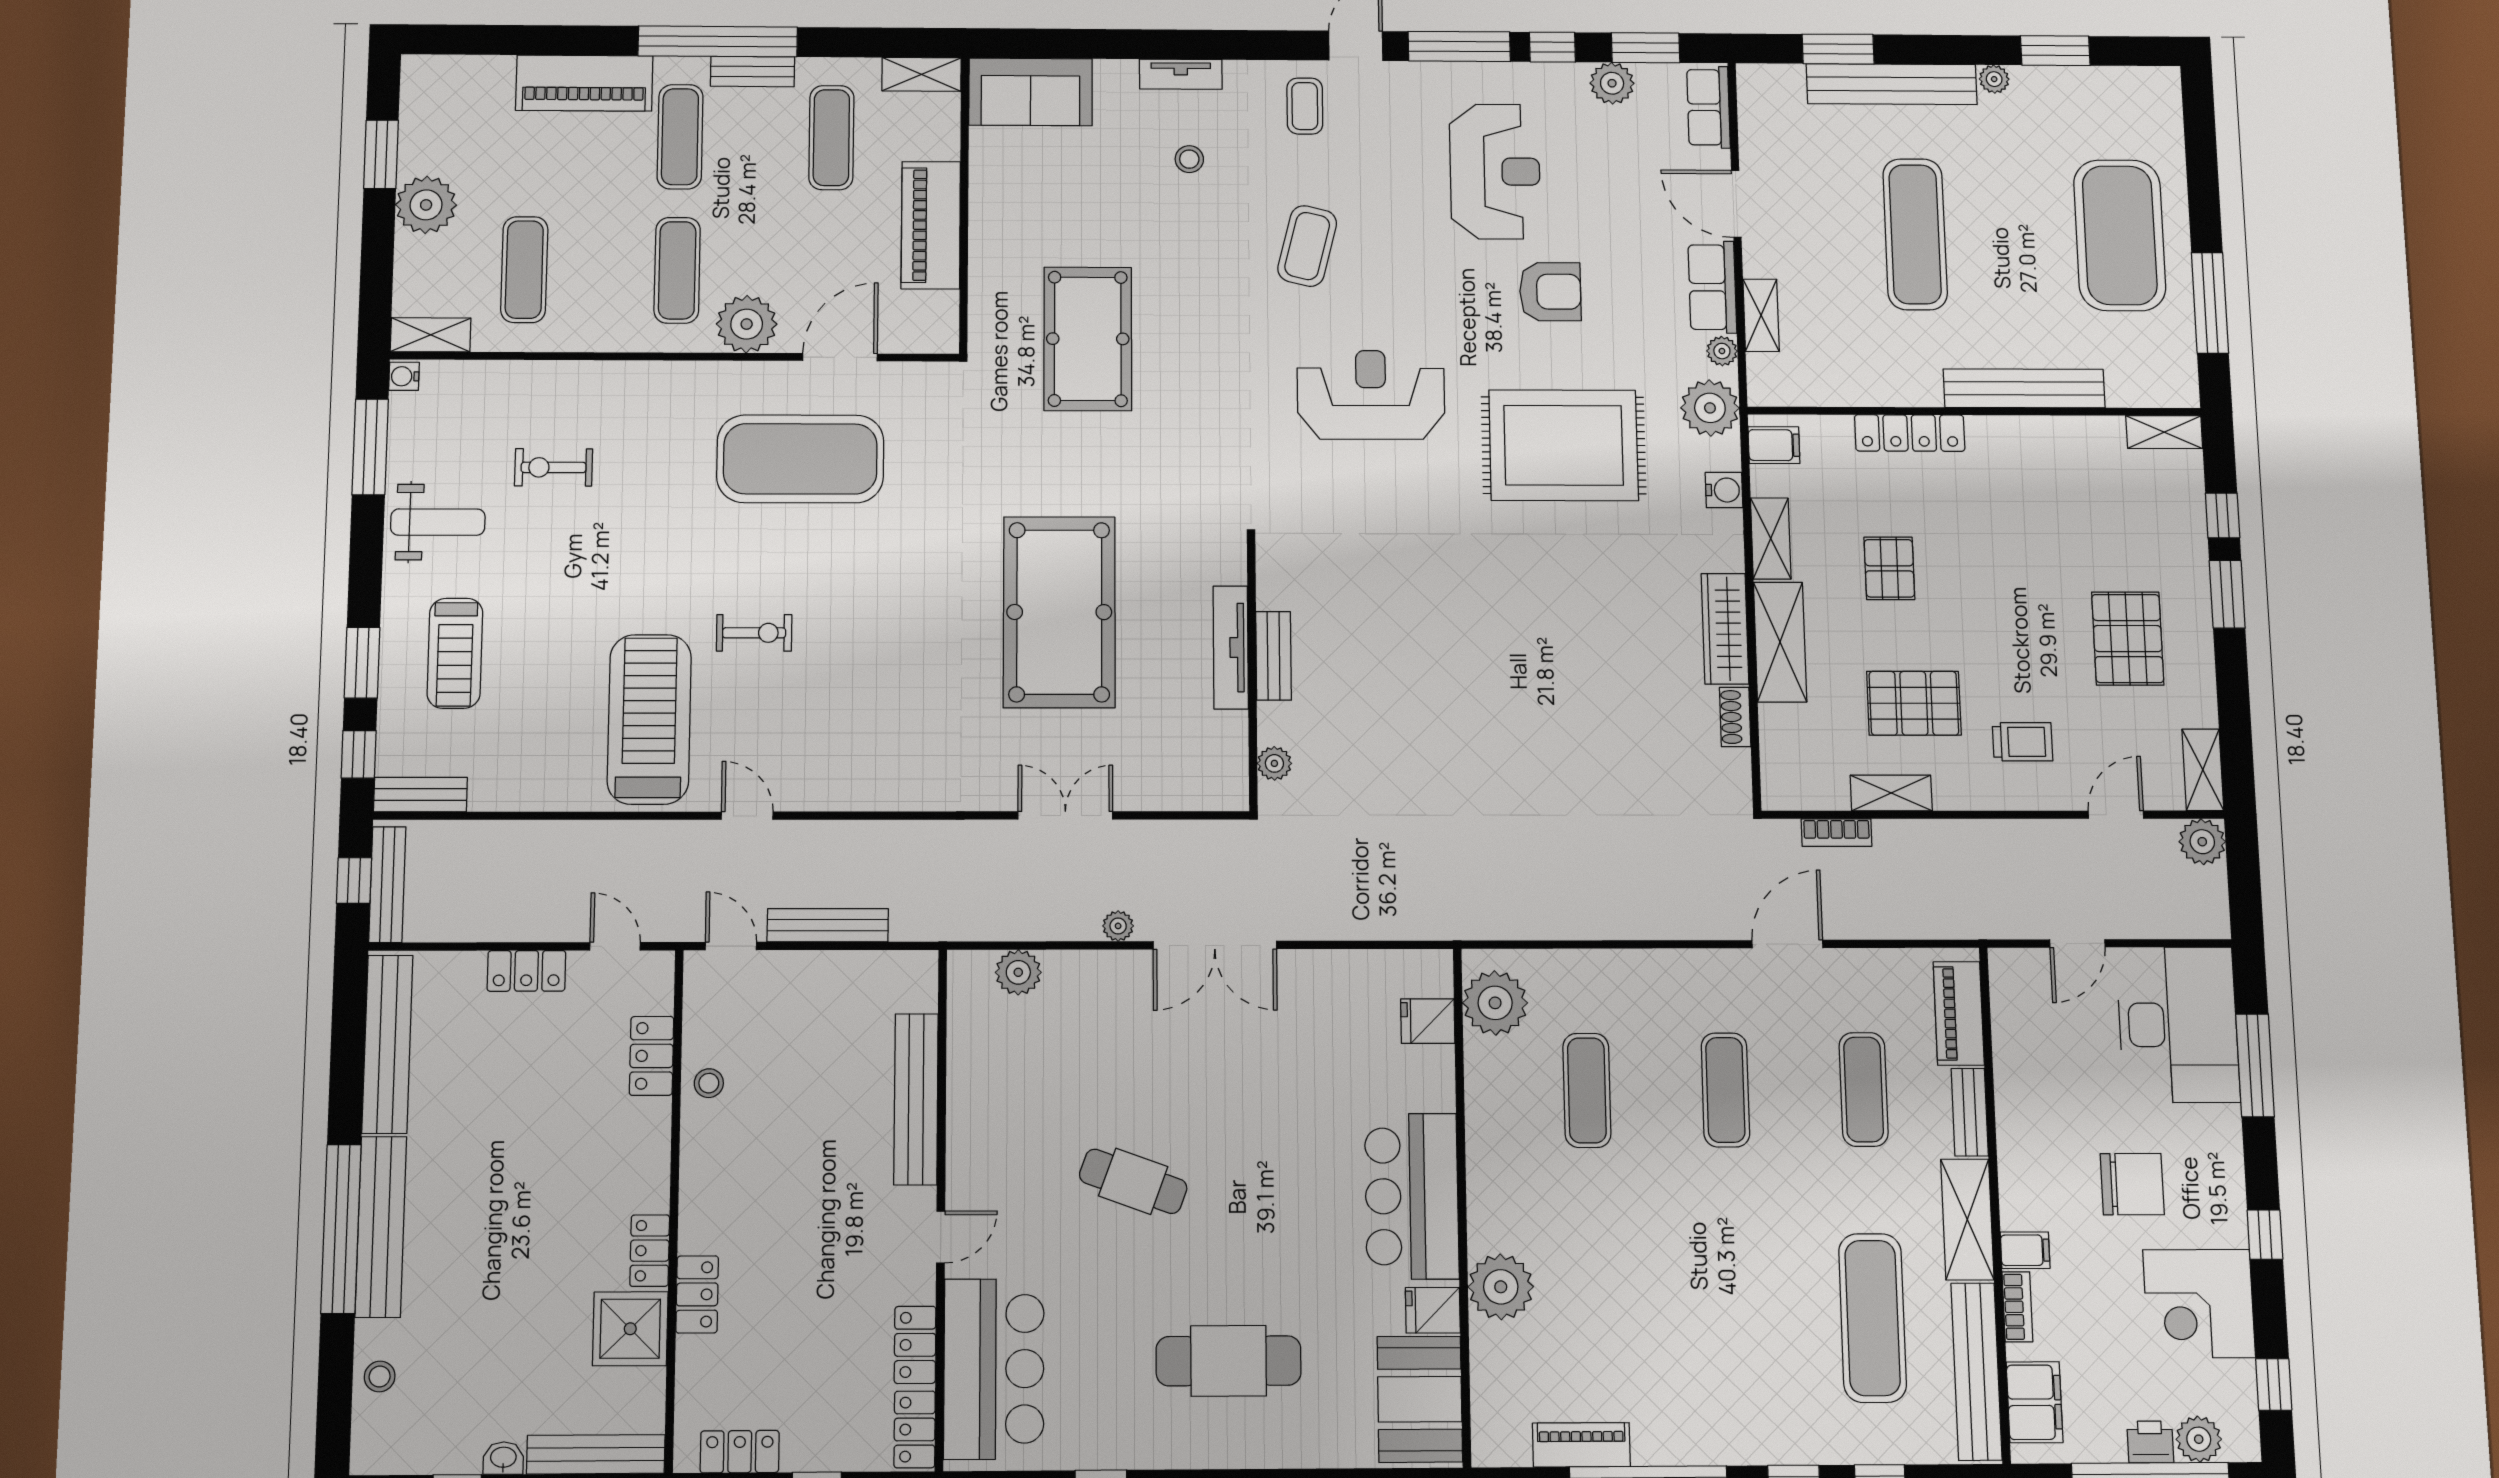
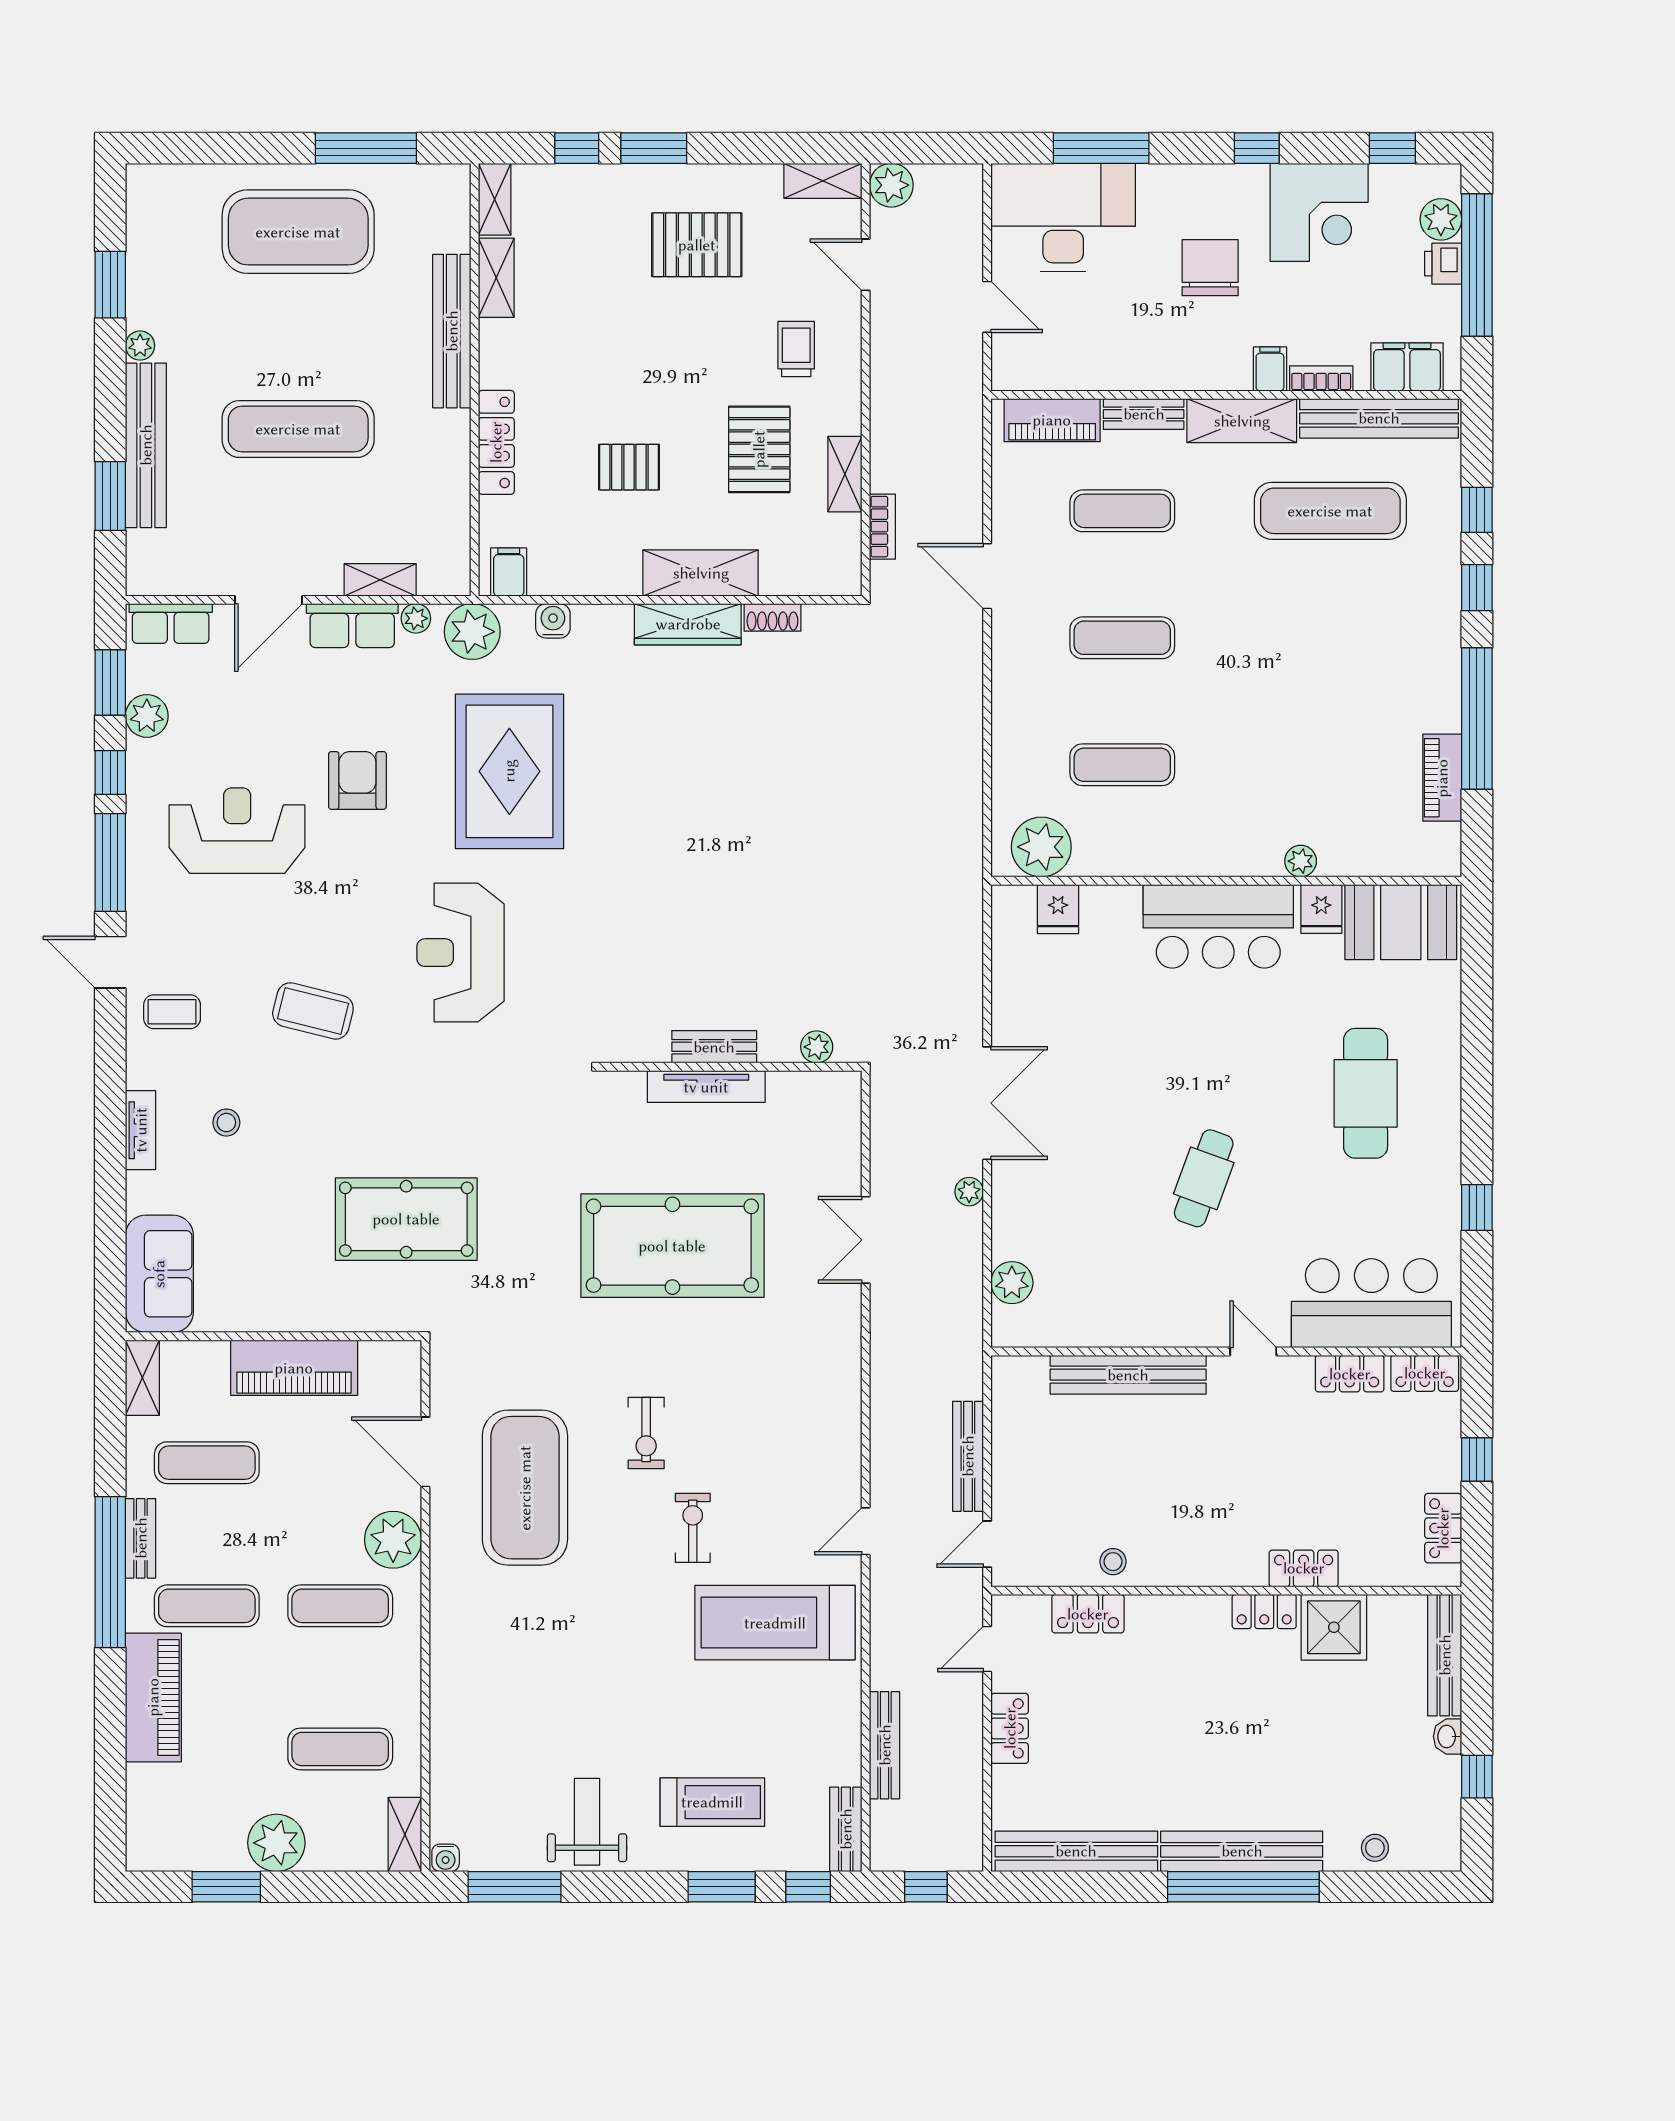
exercise bike: (554, 467) -> (646, 1433), moved
shelving: (1771, 539) -> (496, 278), moved, turned 90
bench: (387, 885) -> (885, 1745), moved, turned 90
plant: (1501, 1287) -> (1301, 861), width x0.53, depth x0.53

